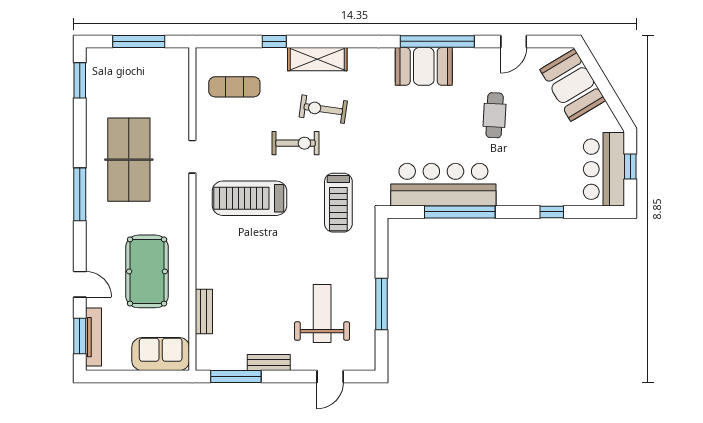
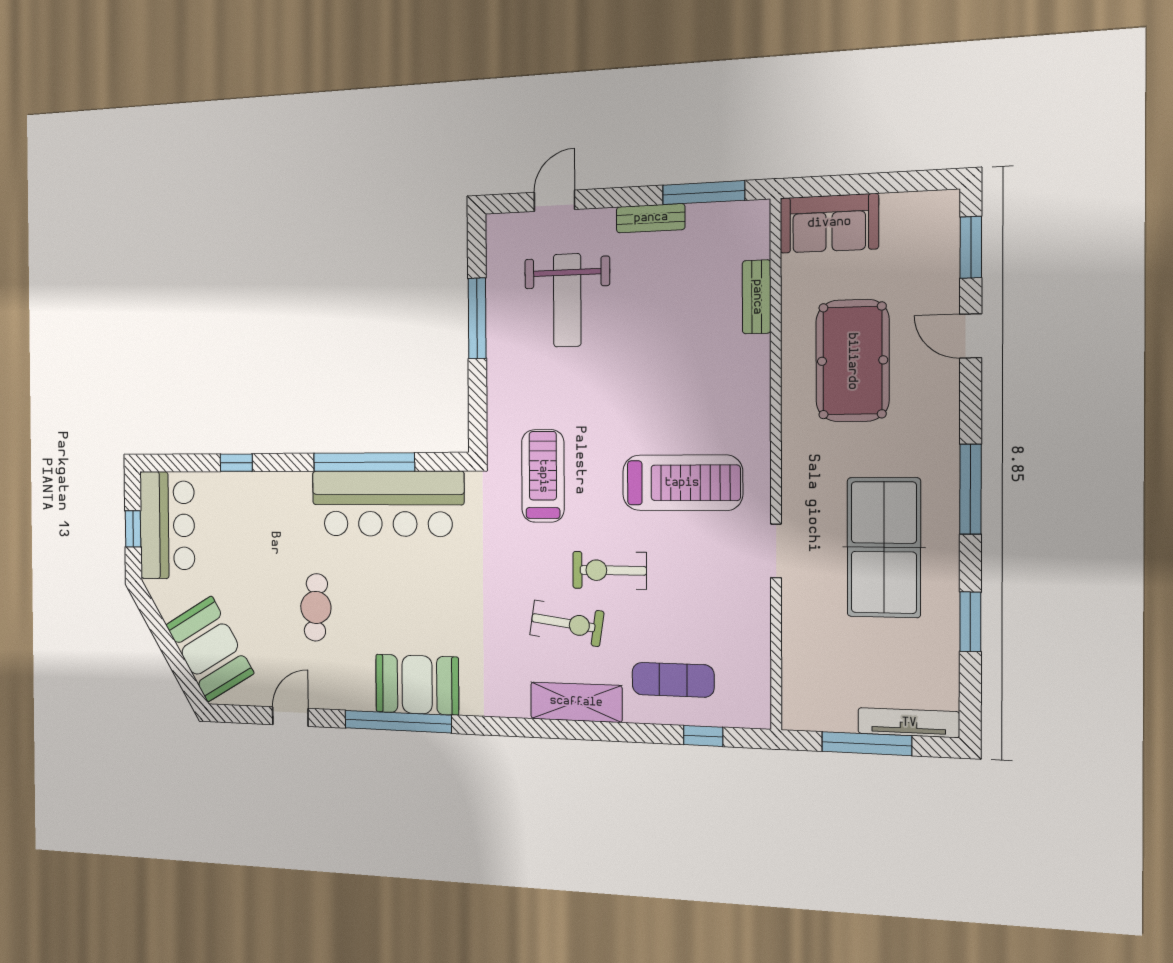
window: (274, 41) -> (703, 736), moved
window: (80, 80) -> (970, 622), moved
exercise mat: (234, 87) -> (673, 680), moved
tv unit: (93, 337) -> (909, 723), moved, turned 90

